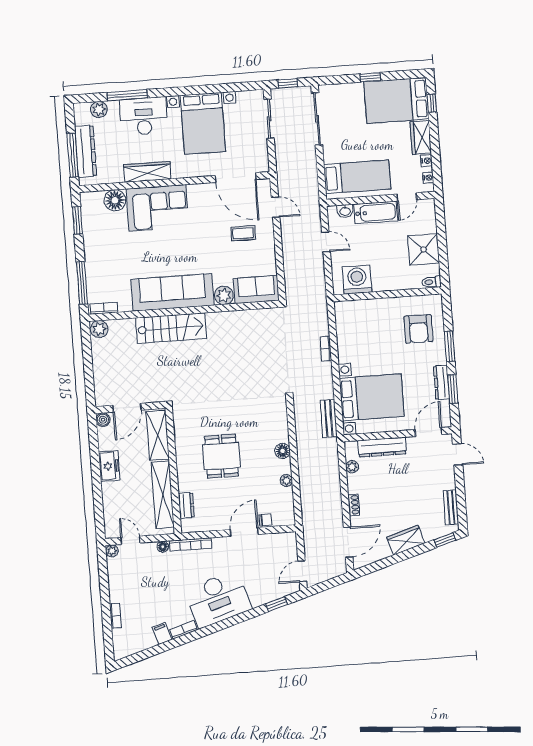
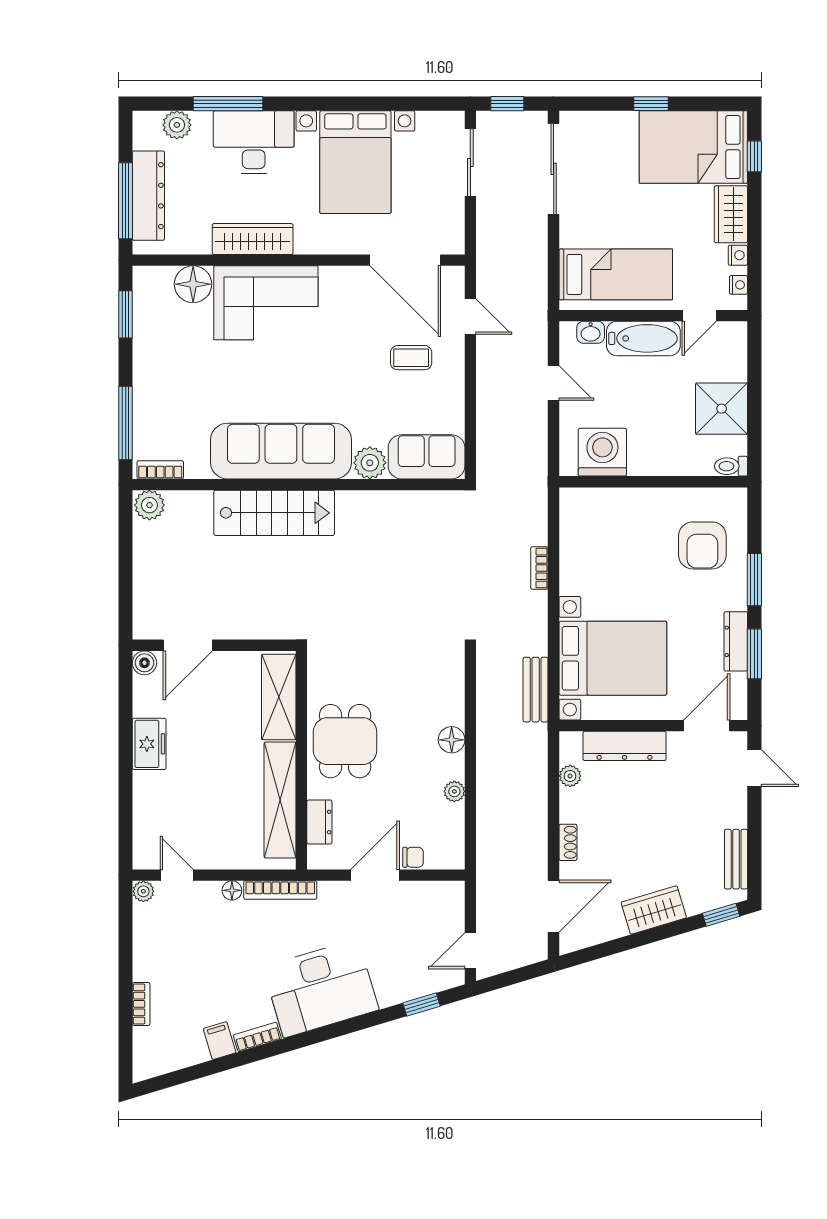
shelving: (158, 435) -> (279, 697), moved
wall: (173, 471) -> (301, 760), moved
shelving: (163, 494) -> (280, 800), moved
dresser: (186, 505) -> (319, 822), moved

